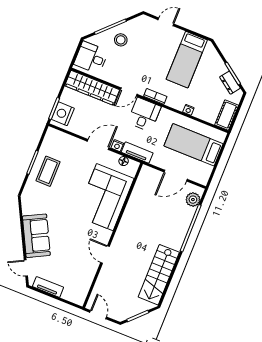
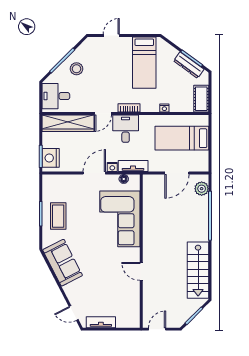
dresser: (230, 83) -> (189, 65), width x1.44
sofa: (36, 236) -> (63, 263), moved
door: (98, 315) -> (157, 329), hinge flipped

